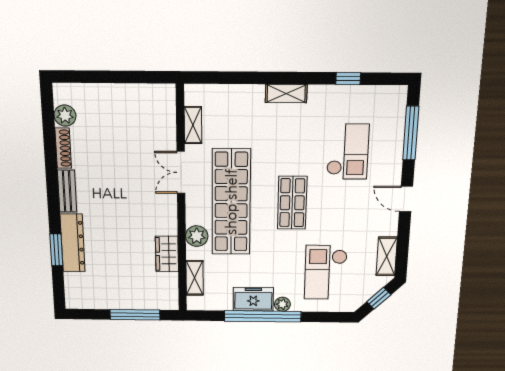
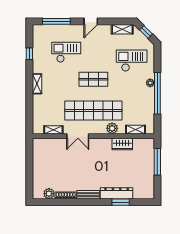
checkout: (326, 272) -> (132, 61), turned 180
freezer: (253, 299) -> (147, 98), removed

